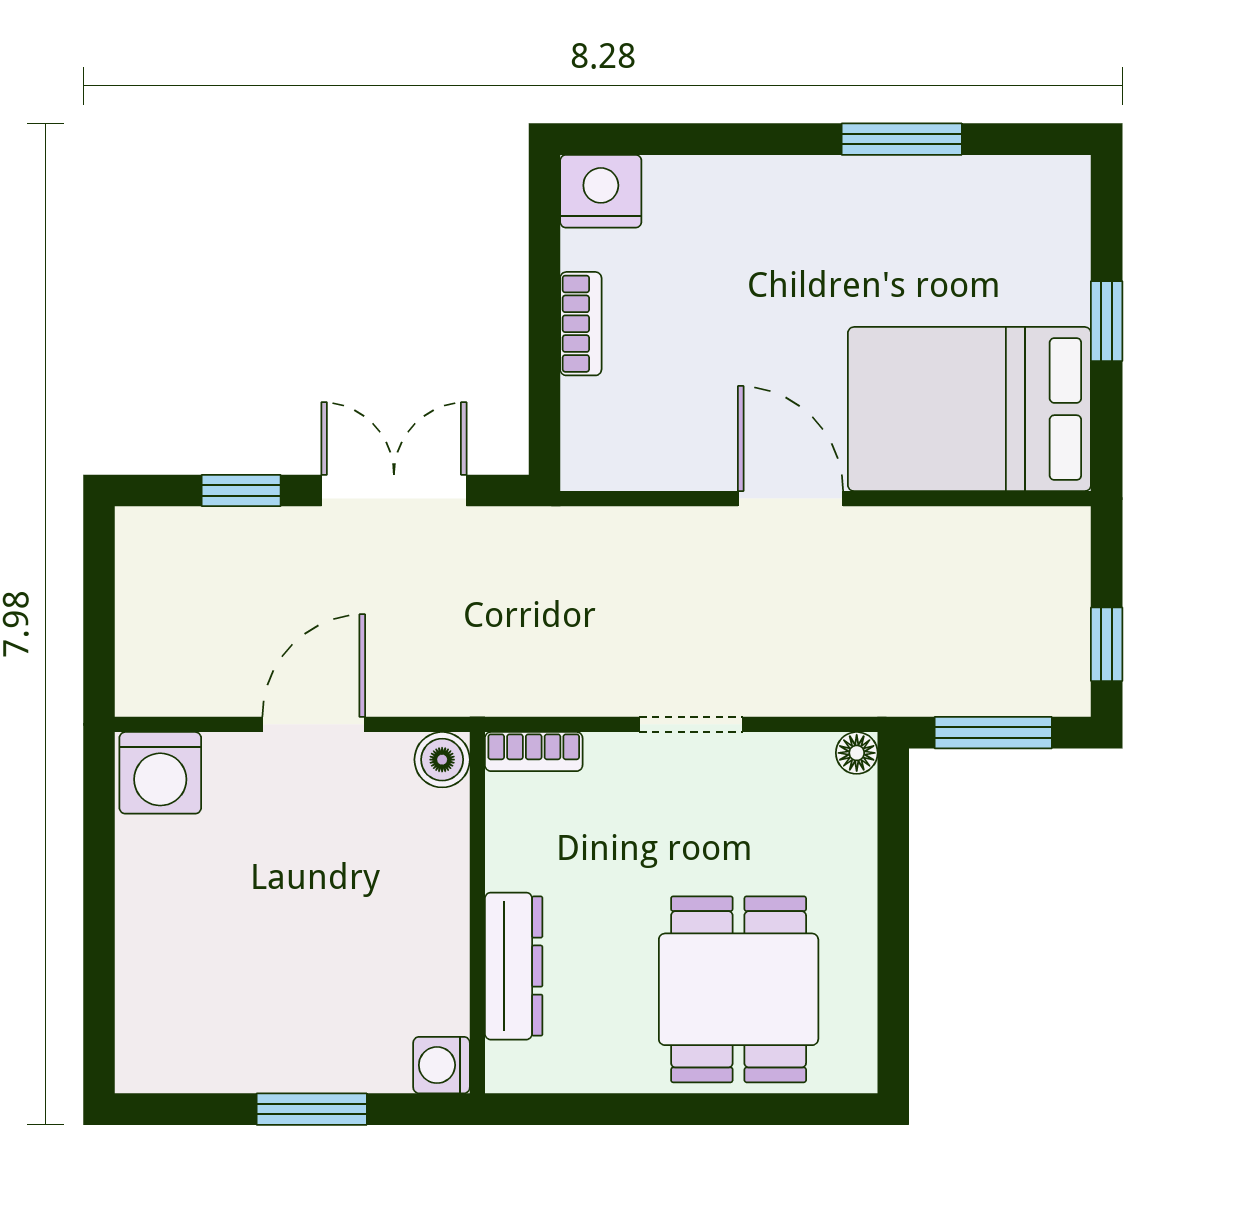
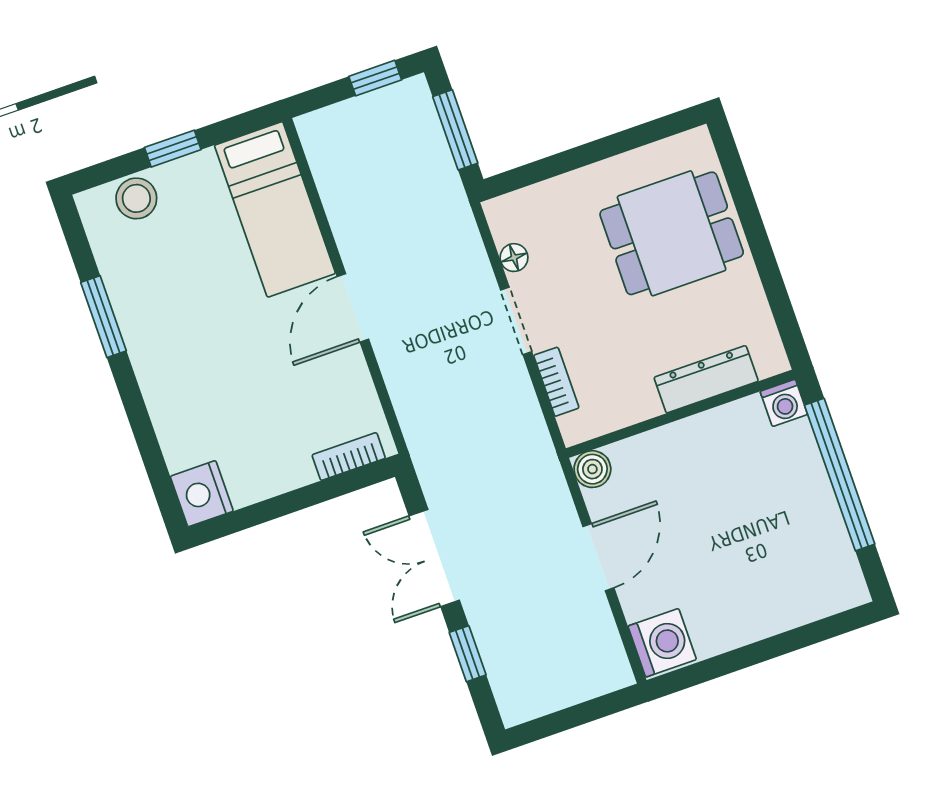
stool: (1054, 244) -> (136, 198), added
bookcase: (581, 324) -> (349, 457), moved
bed: (969, 409) -> (275, 209), width x0.67
door: (314, 724) -> (598, 557), swing flipped
bookcase: (534, 752) -> (556, 382), moved
floor lamp: (857, 753) -> (514, 258), moved
window: (312, 1109) -> (840, 475), width x2.11

